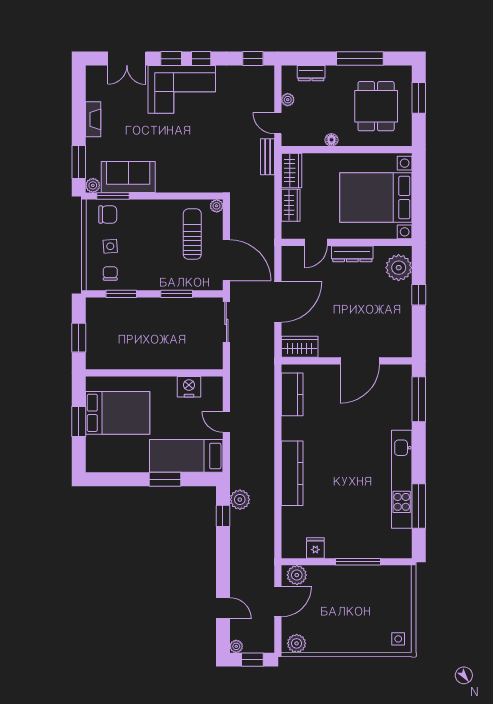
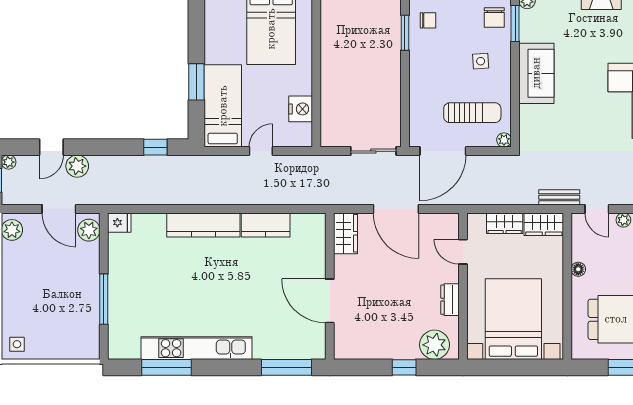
door: (278, 123) -> (597, 209), swing flipped
sofa: (128, 177) -> (536, 73), moved
side table: (110, 246) -> (481, 61), moved
dresser: (352, 254) -> (450, 300), width x0.70
window: (177, 294) -> (405, 95), removed
kitchen counter: (292, 394) -> (266, 225), moved
plant: (240, 500) -> (77, 166), moved
fridge: (315, 548) -> (119, 223), moved

